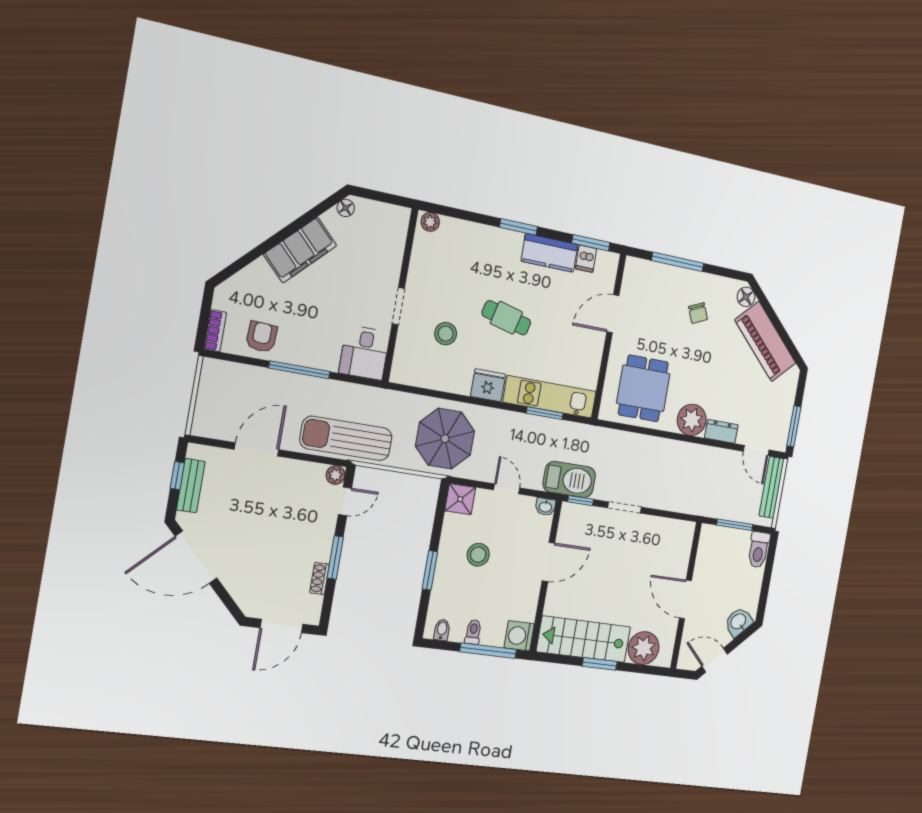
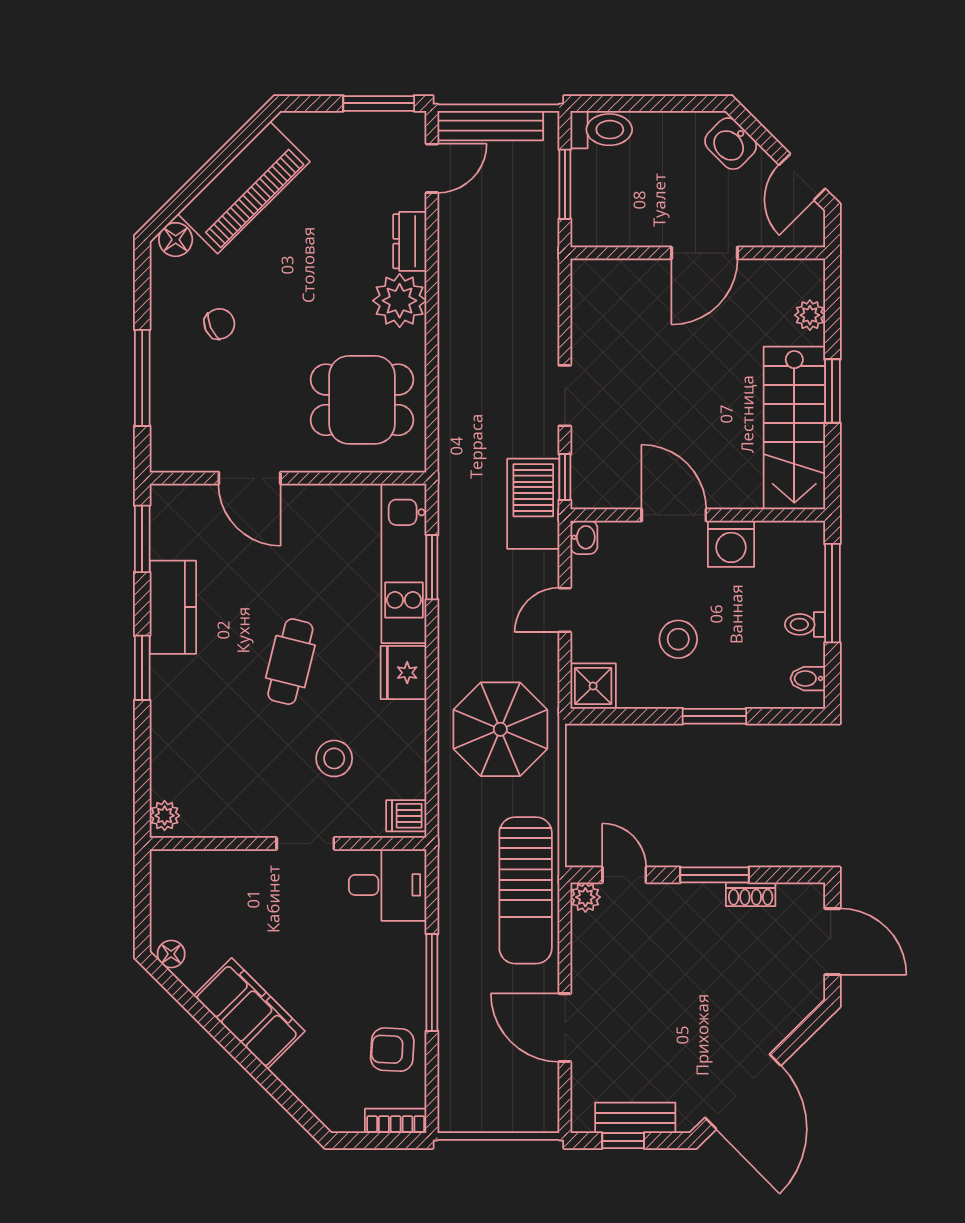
dishwasher: (586, 259) -> (406, 816), moved, turned 180
washing machine: (519, 636) -> (731, 544), moved
plant: (644, 648) -> (810, 315), width x0.53, depth x0.53

